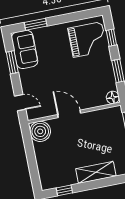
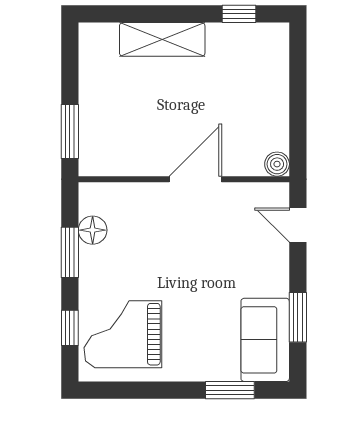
floor lamp: (113, 97) -> (93, 230), moved
door: (69, 114) -> (195, 179), swing flipped
boiler: (40, 131) -> (277, 164), width x0.54, depth x0.54

